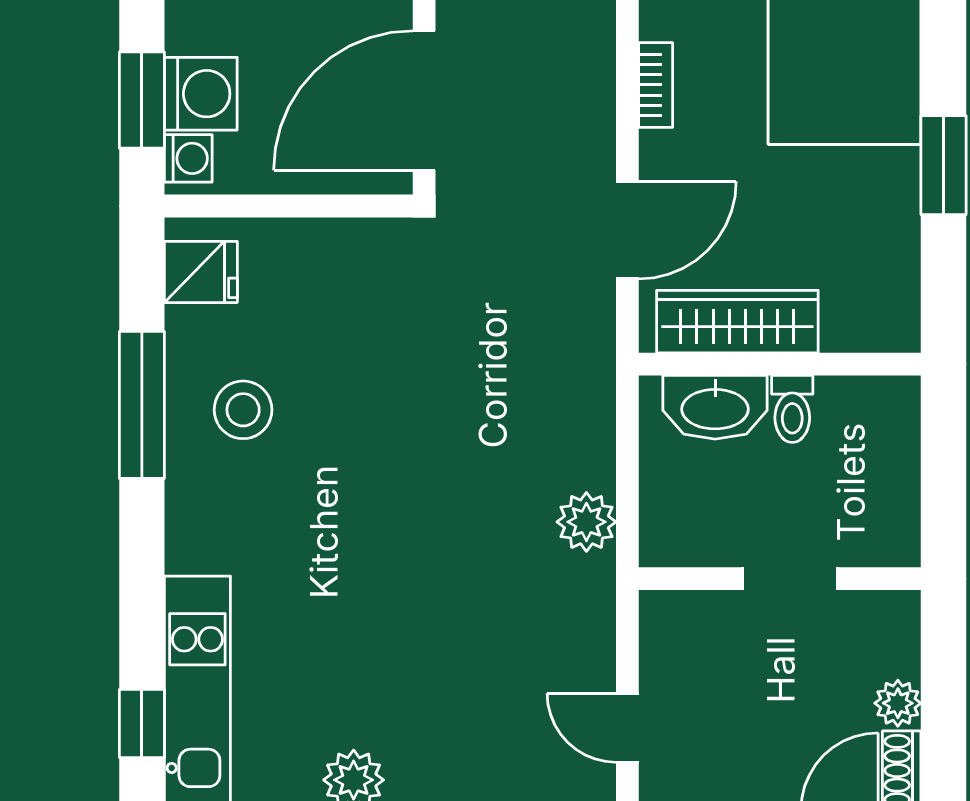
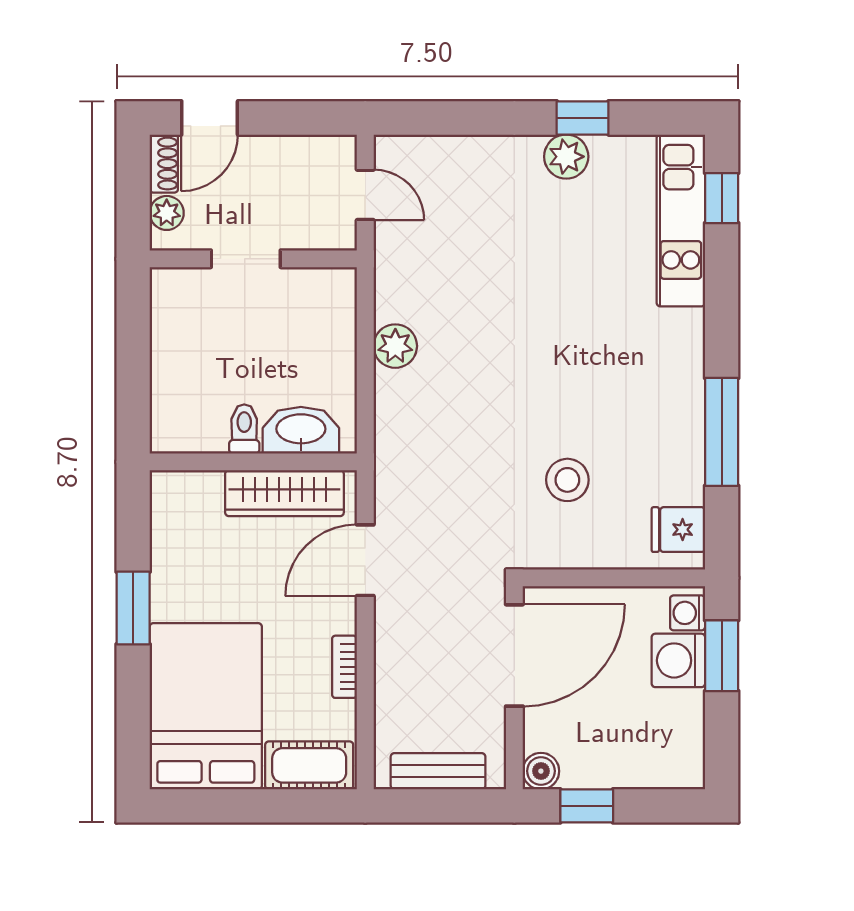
stool: (243, 410) -> (567, 480), moved
wall: (780, 579) -> (253, 259), moved
doorway: (790, 579) -> (246, 259), moved

